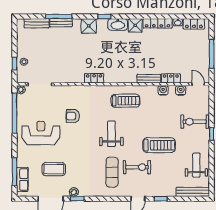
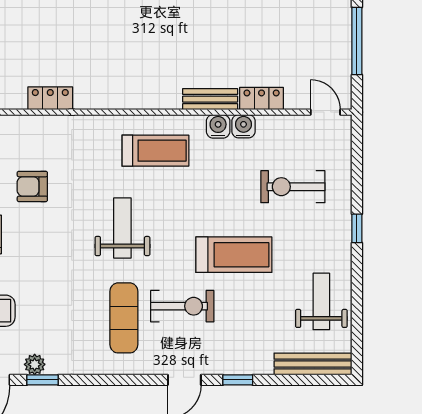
locker: (94, 78) -> (50, 98), moved
water cooler: (181, 90) -> (218, 126), moved
exercise bike: (195, 122) -> (293, 187), moved

